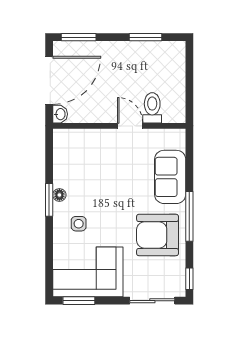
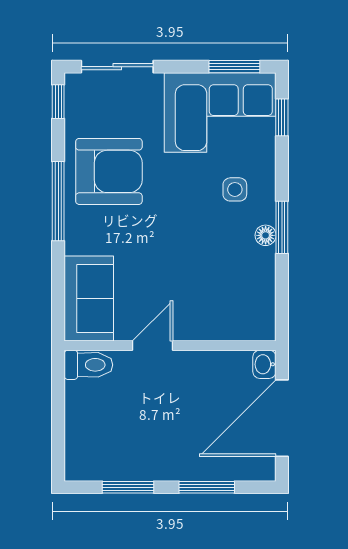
window: (79, 37) -> (207, 487), moved
toilet: (152, 108) -> (88, 365), moved, turned -90
door: (130, 126) -> (153, 346), swing flipped
sofa: (170, 177) -> (89, 298), moved
window: (49, 269) -> (282, 117), added

